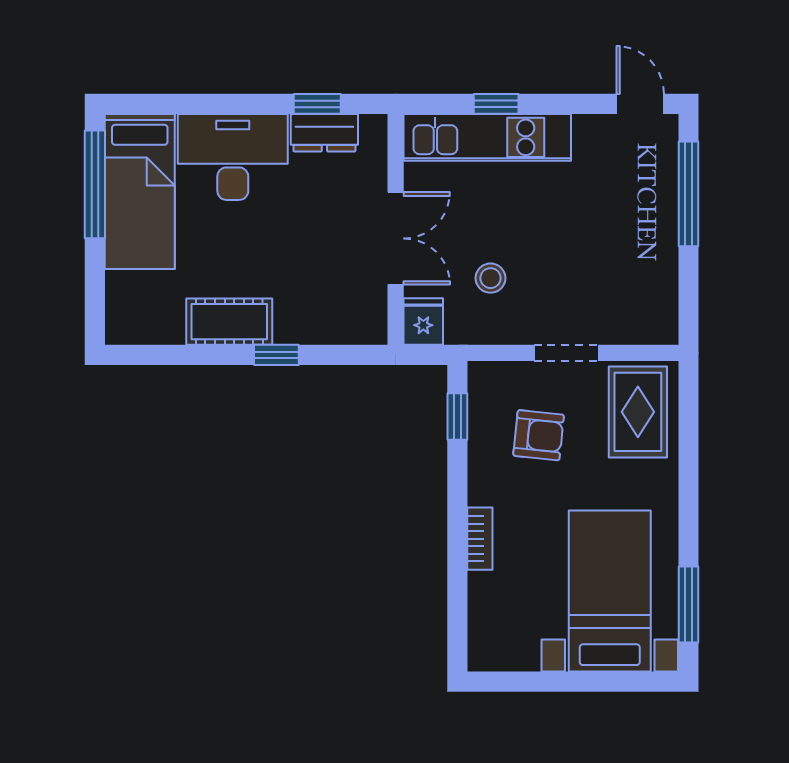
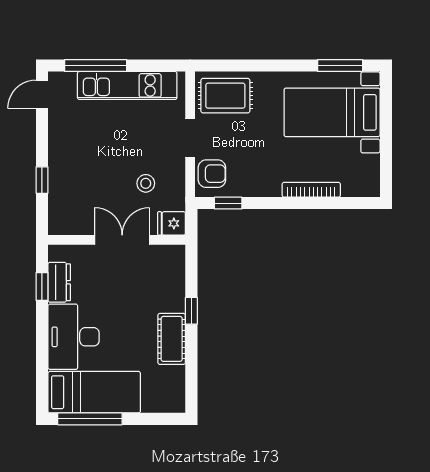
kitchen unit: (487, 137) -> (127, 85), moved, turned 90
armchair: (539, 435) -> (212, 174), moved, turned 84
bookcase: (480, 539) -> (311, 190), width x1.56

